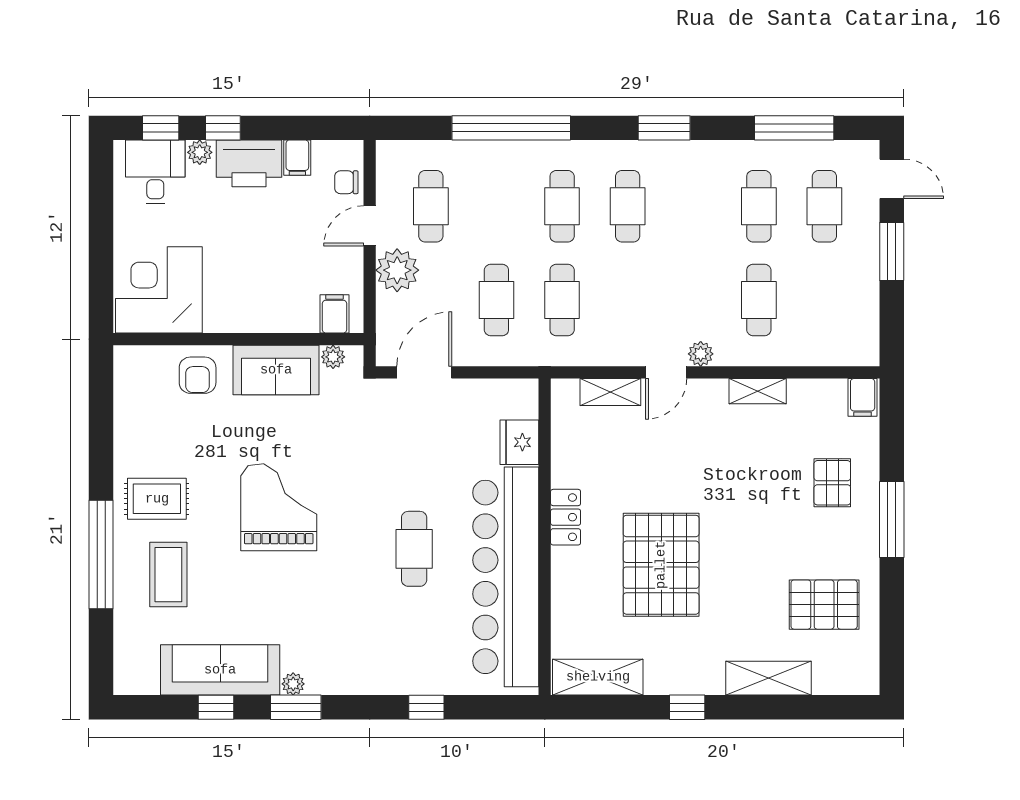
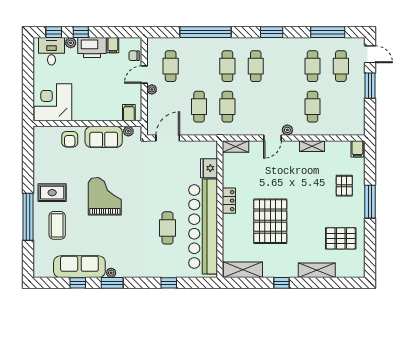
plant: (397, 270) -> (152, 89), width x0.53, depth x0.53
shelving: (610, 392) -> (236, 146), moved
cafe table: (414, 549) -> (167, 228), moved

